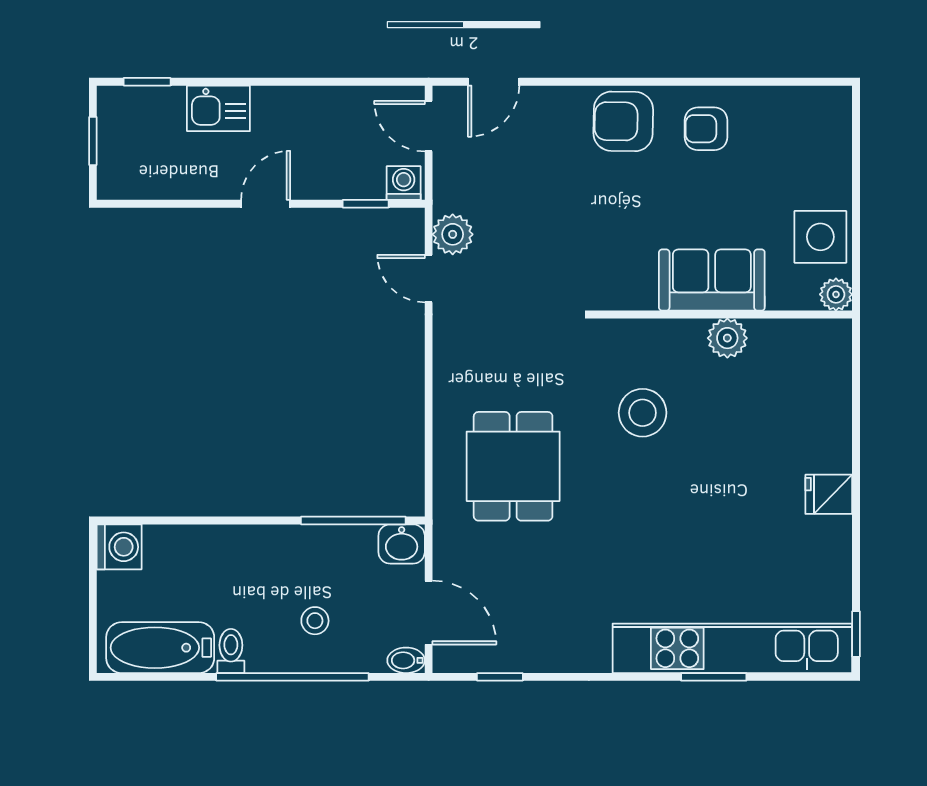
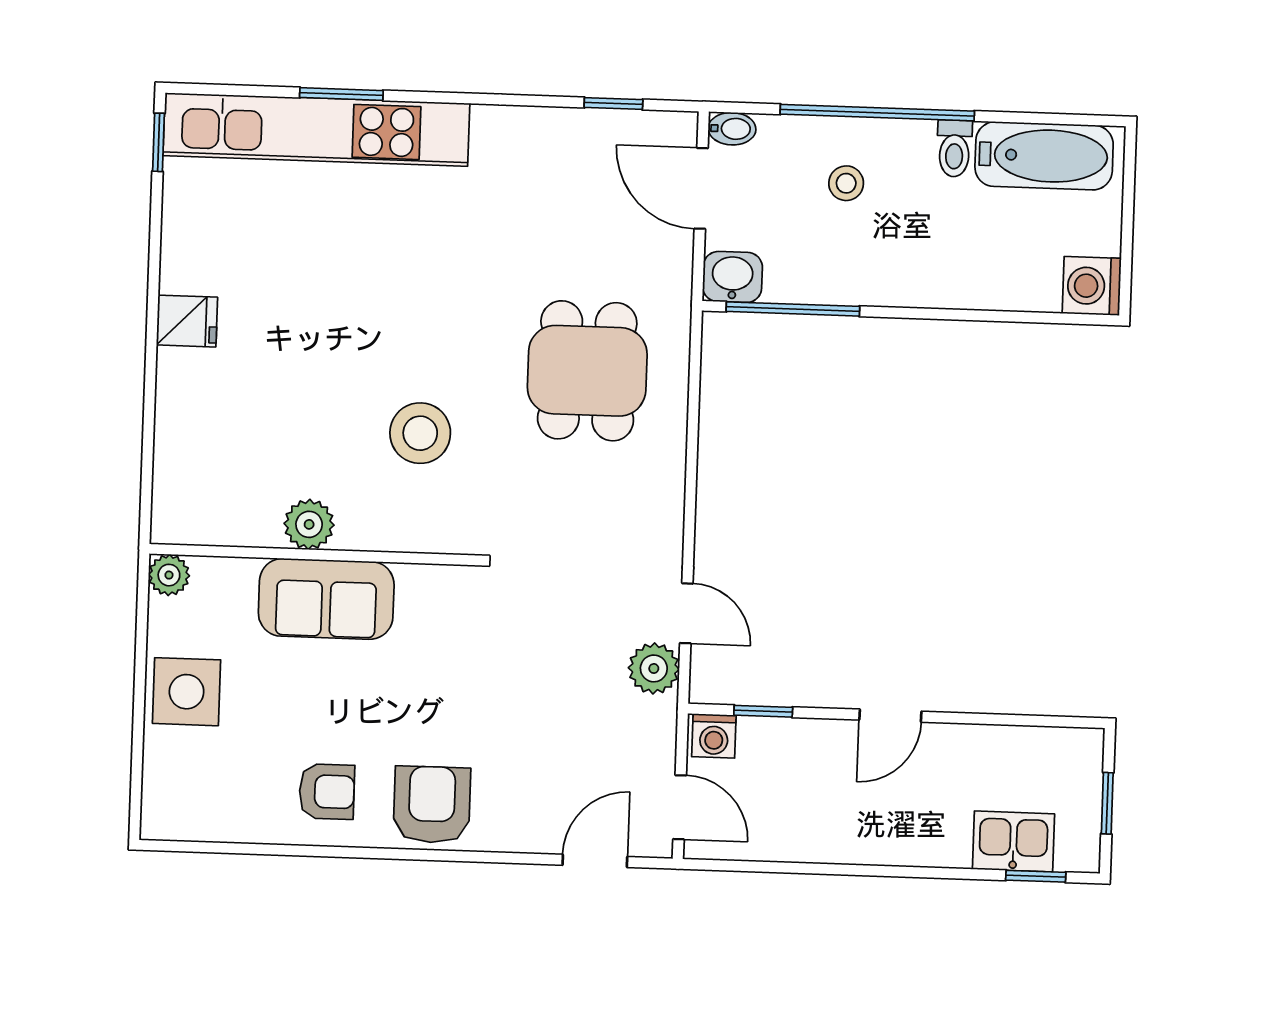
kitchen sink: (218, 108) -> (1013, 841), moved
armchair: (623, 121) -> (432, 805), turned -91
side table: (820, 237) -> (187, 692), moved

